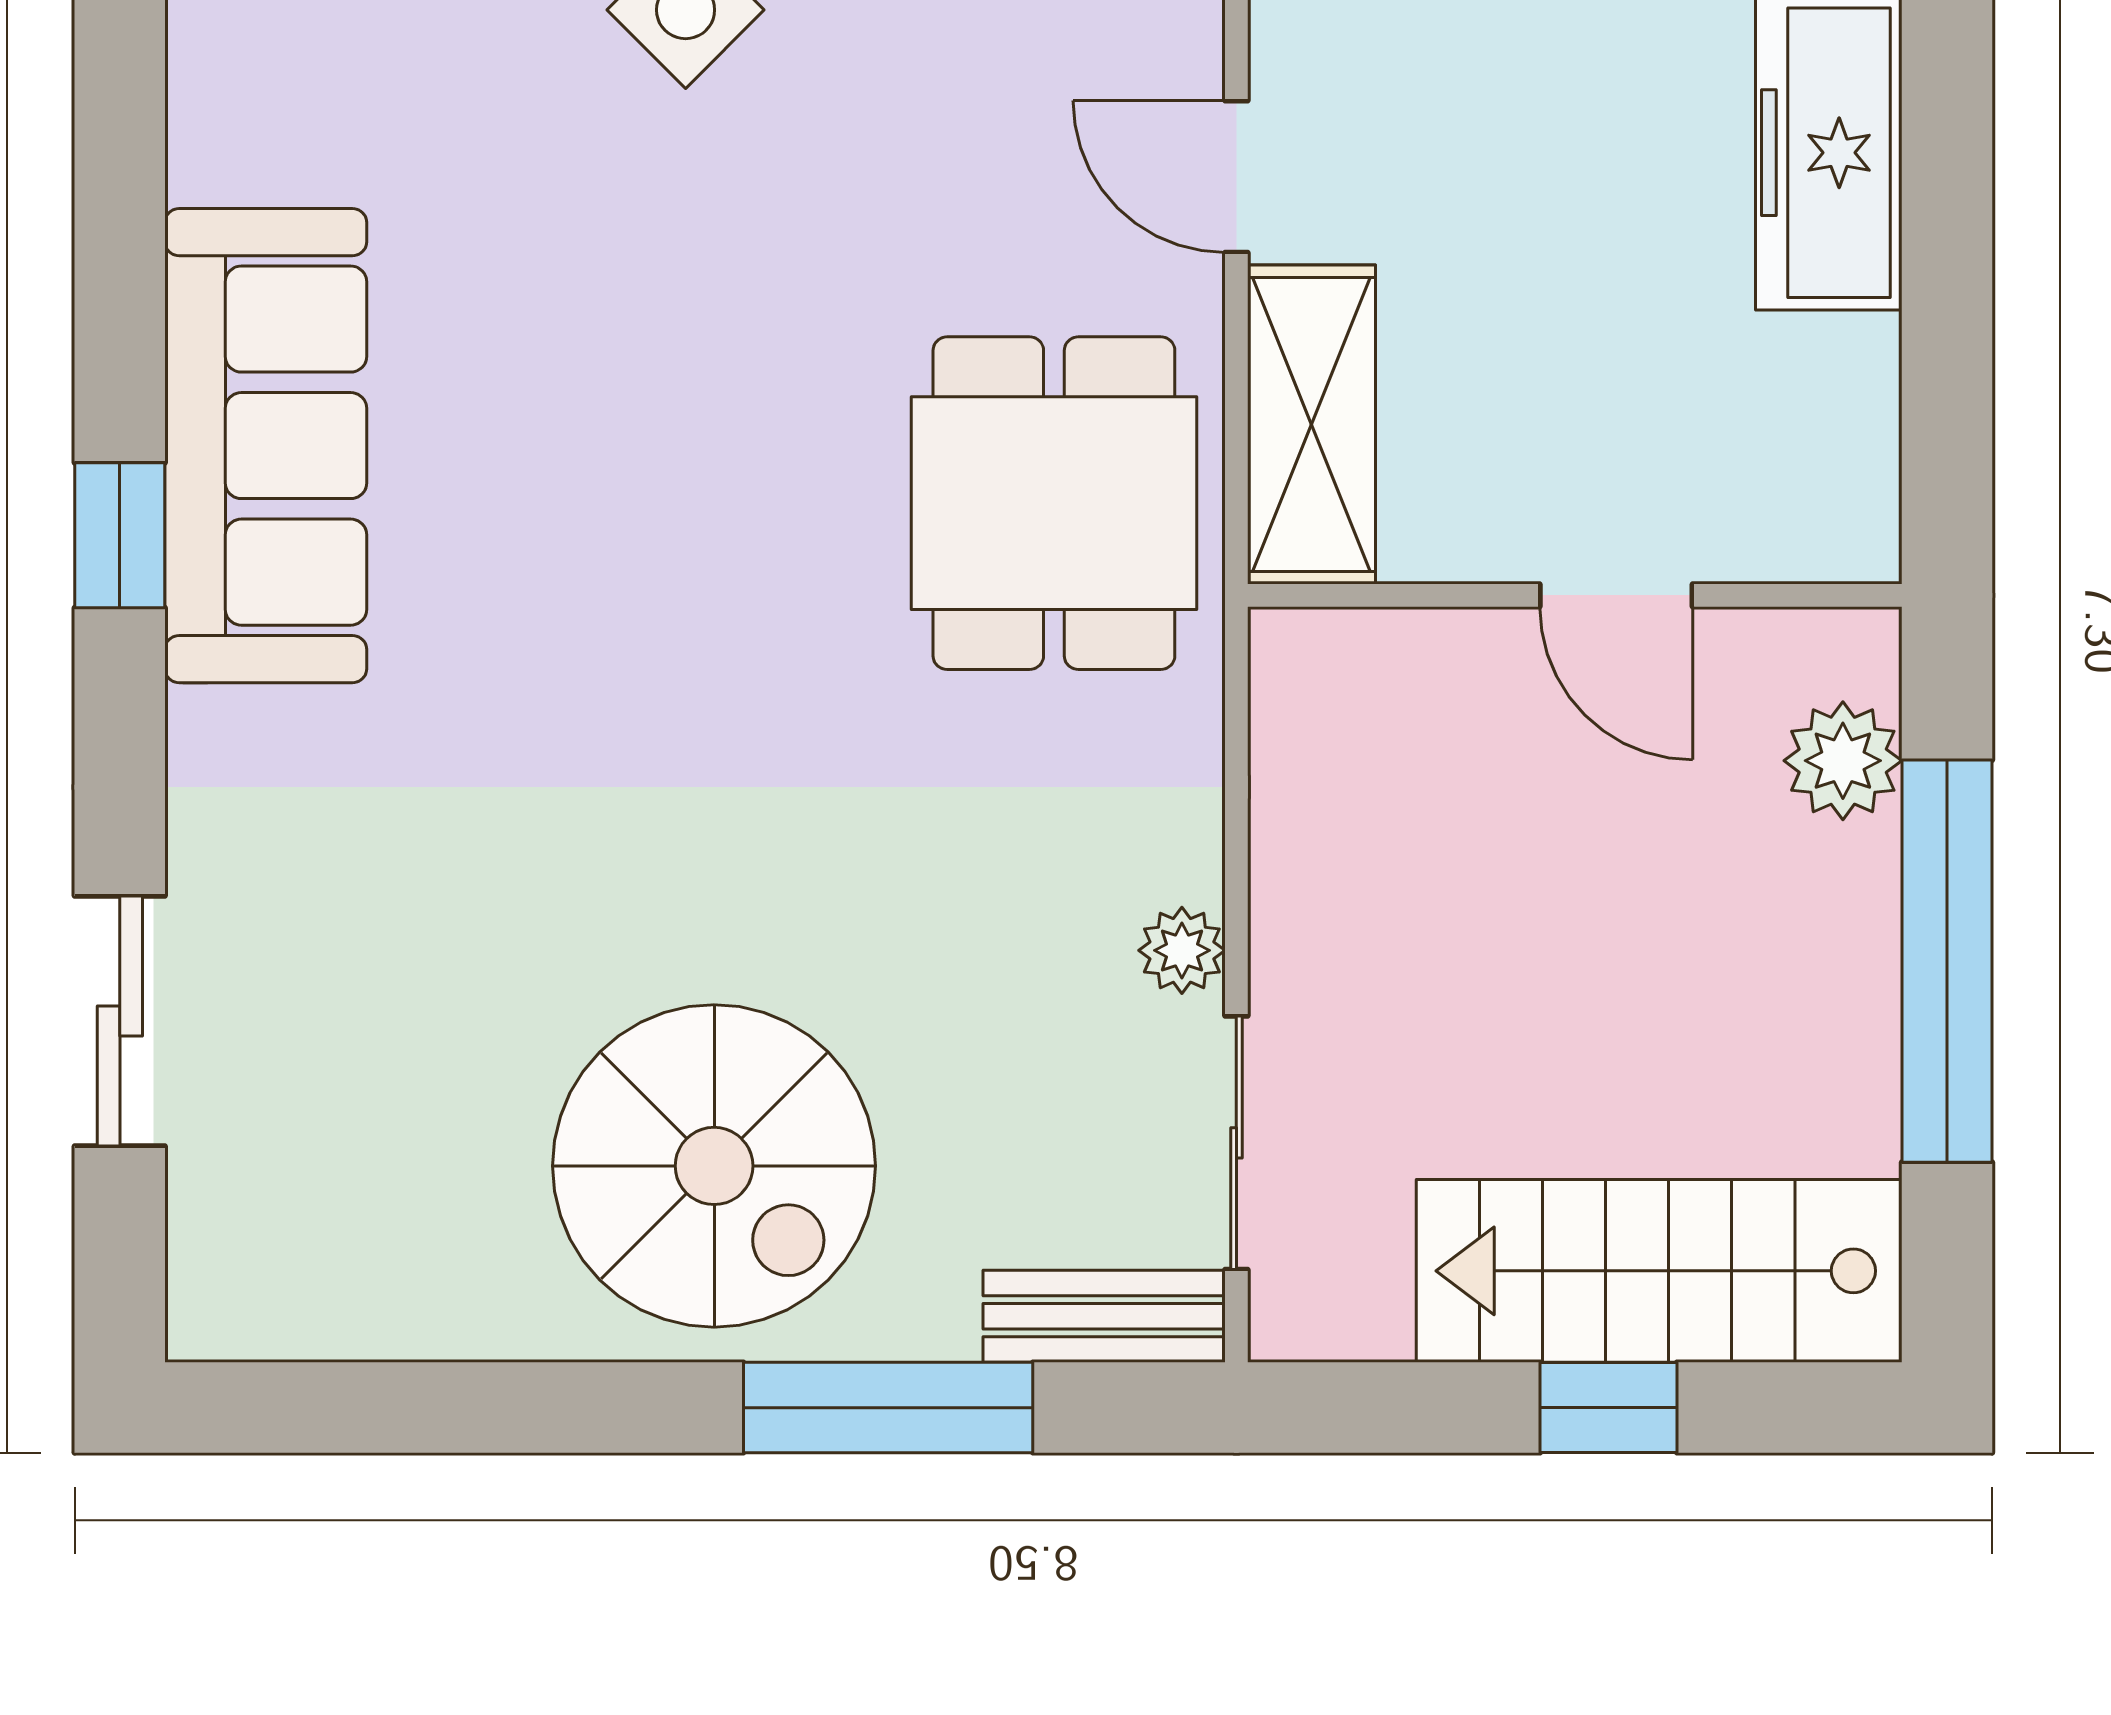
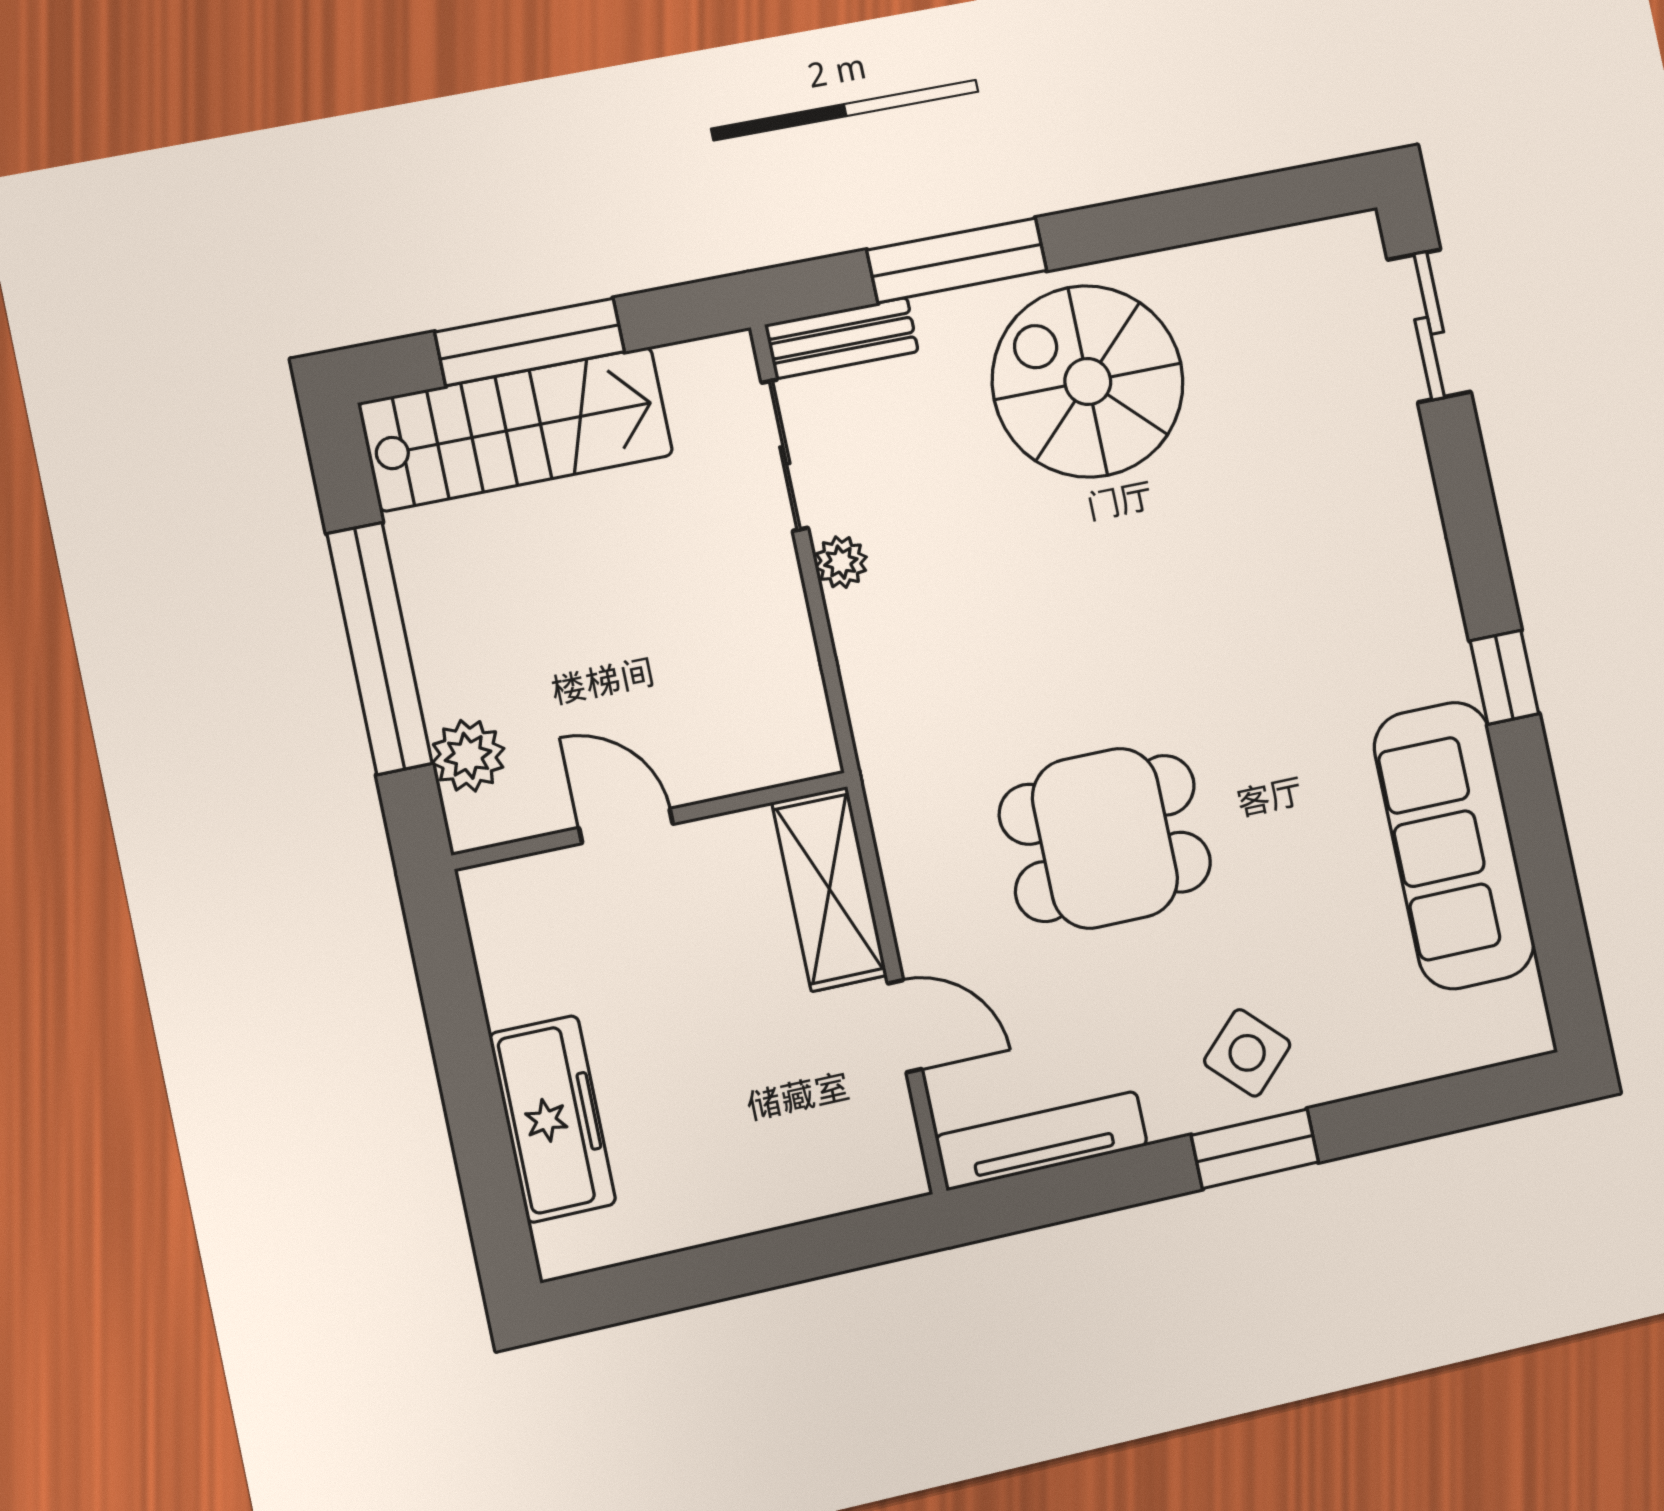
sofa: (266, 446) -> (1454, 845), moved
dining table: (1054, 503) -> (1105, 838), moved, turned 90
sliding door: (120, 1021) -> (1429, 326), moved
window: (1609, 1408) -> (530, 342), width x2.17

